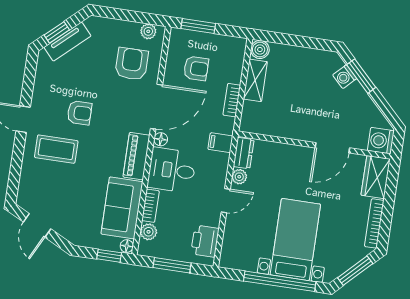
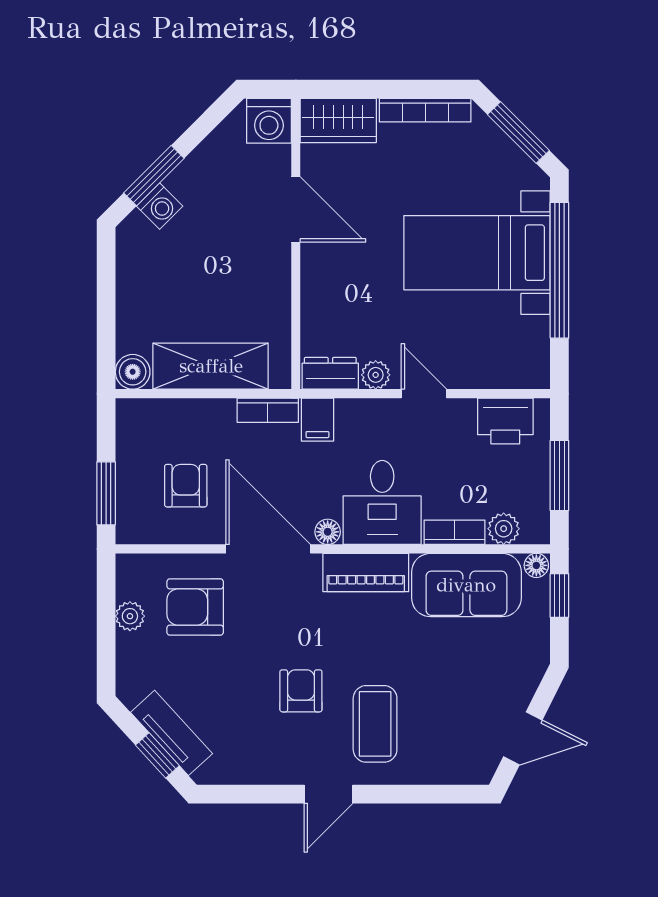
plant: (148, 31) -> (130, 616), moved
shelving: (255, 80) -> (211, 366), width x1.50, depth x1.33
bookcase: (232, 100) -> (268, 410), moved

